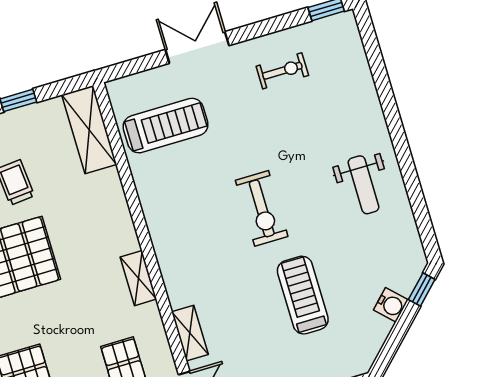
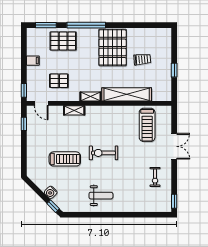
shelving: (89, 130) -> (127, 94), moved, width x1.47
weight bench: (364, 185) -> (101, 196), turned 180
shelving: (190, 333) -> (74, 110), moved

